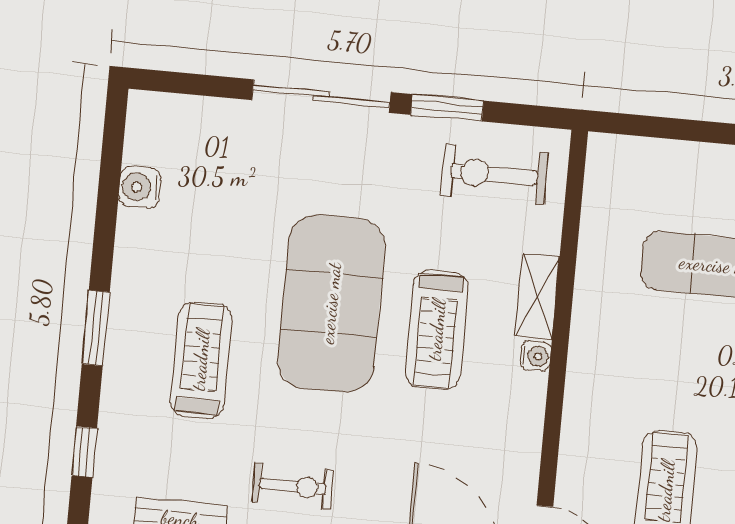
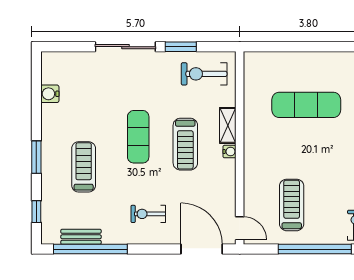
exercise mat: (331, 303) -> (138, 137), width x0.50, depth x0.69
exercise bike: (293, 486) -> (148, 214), moved, turned 180

